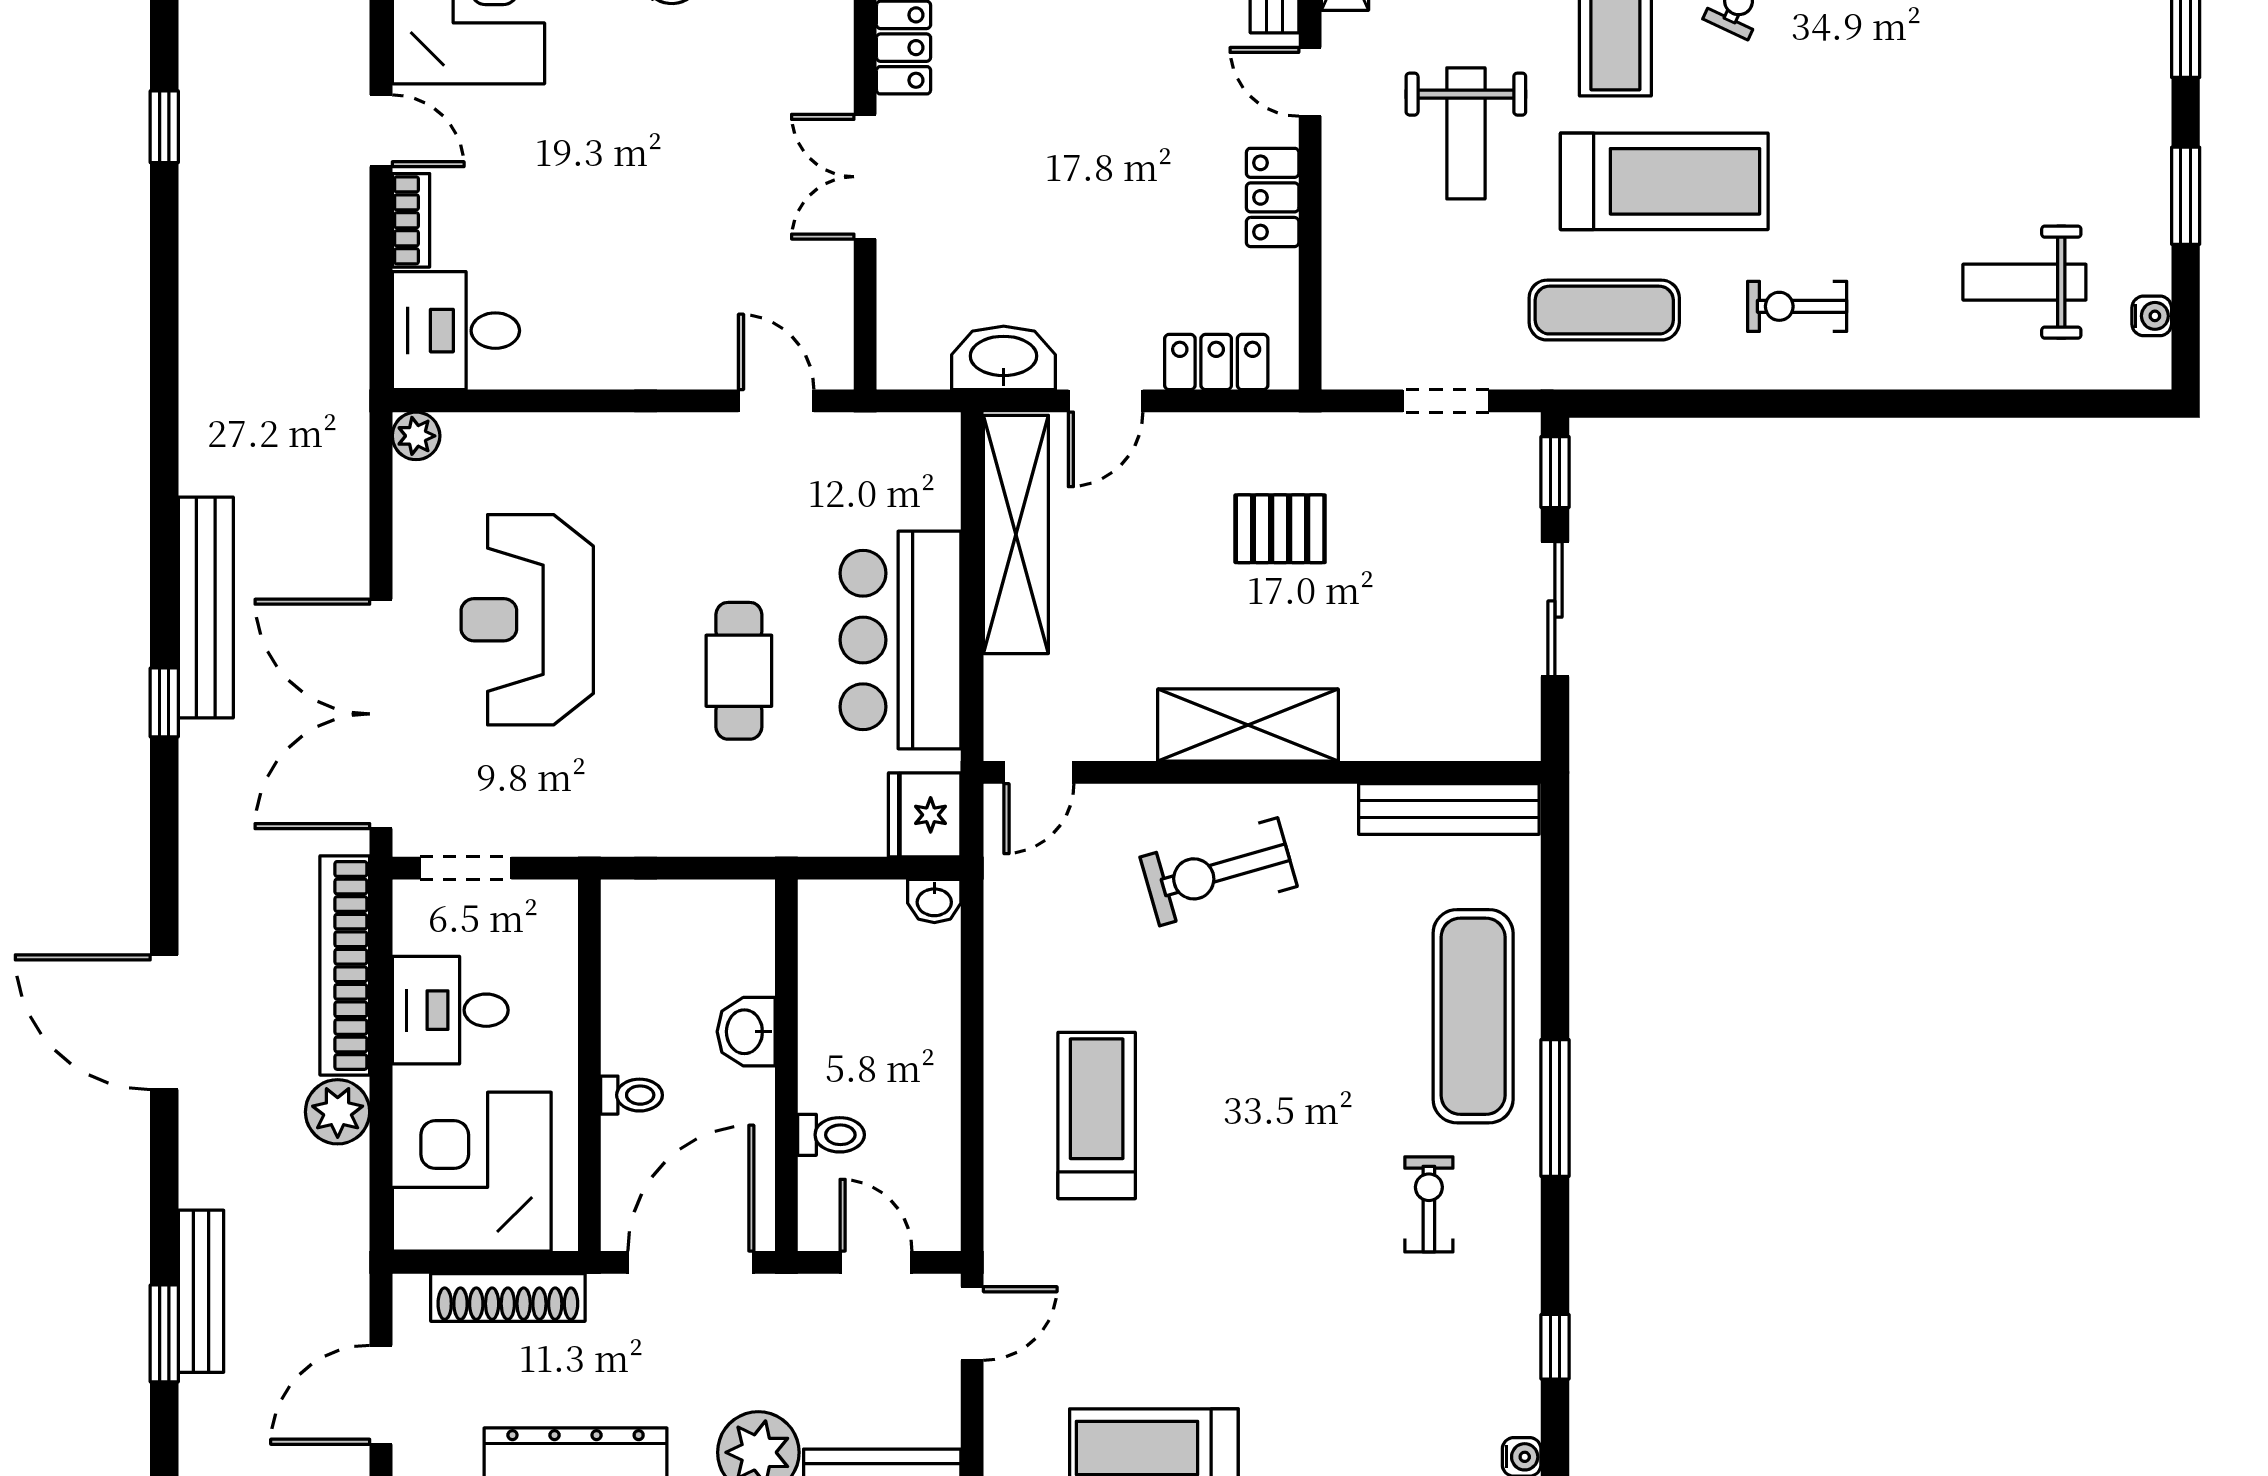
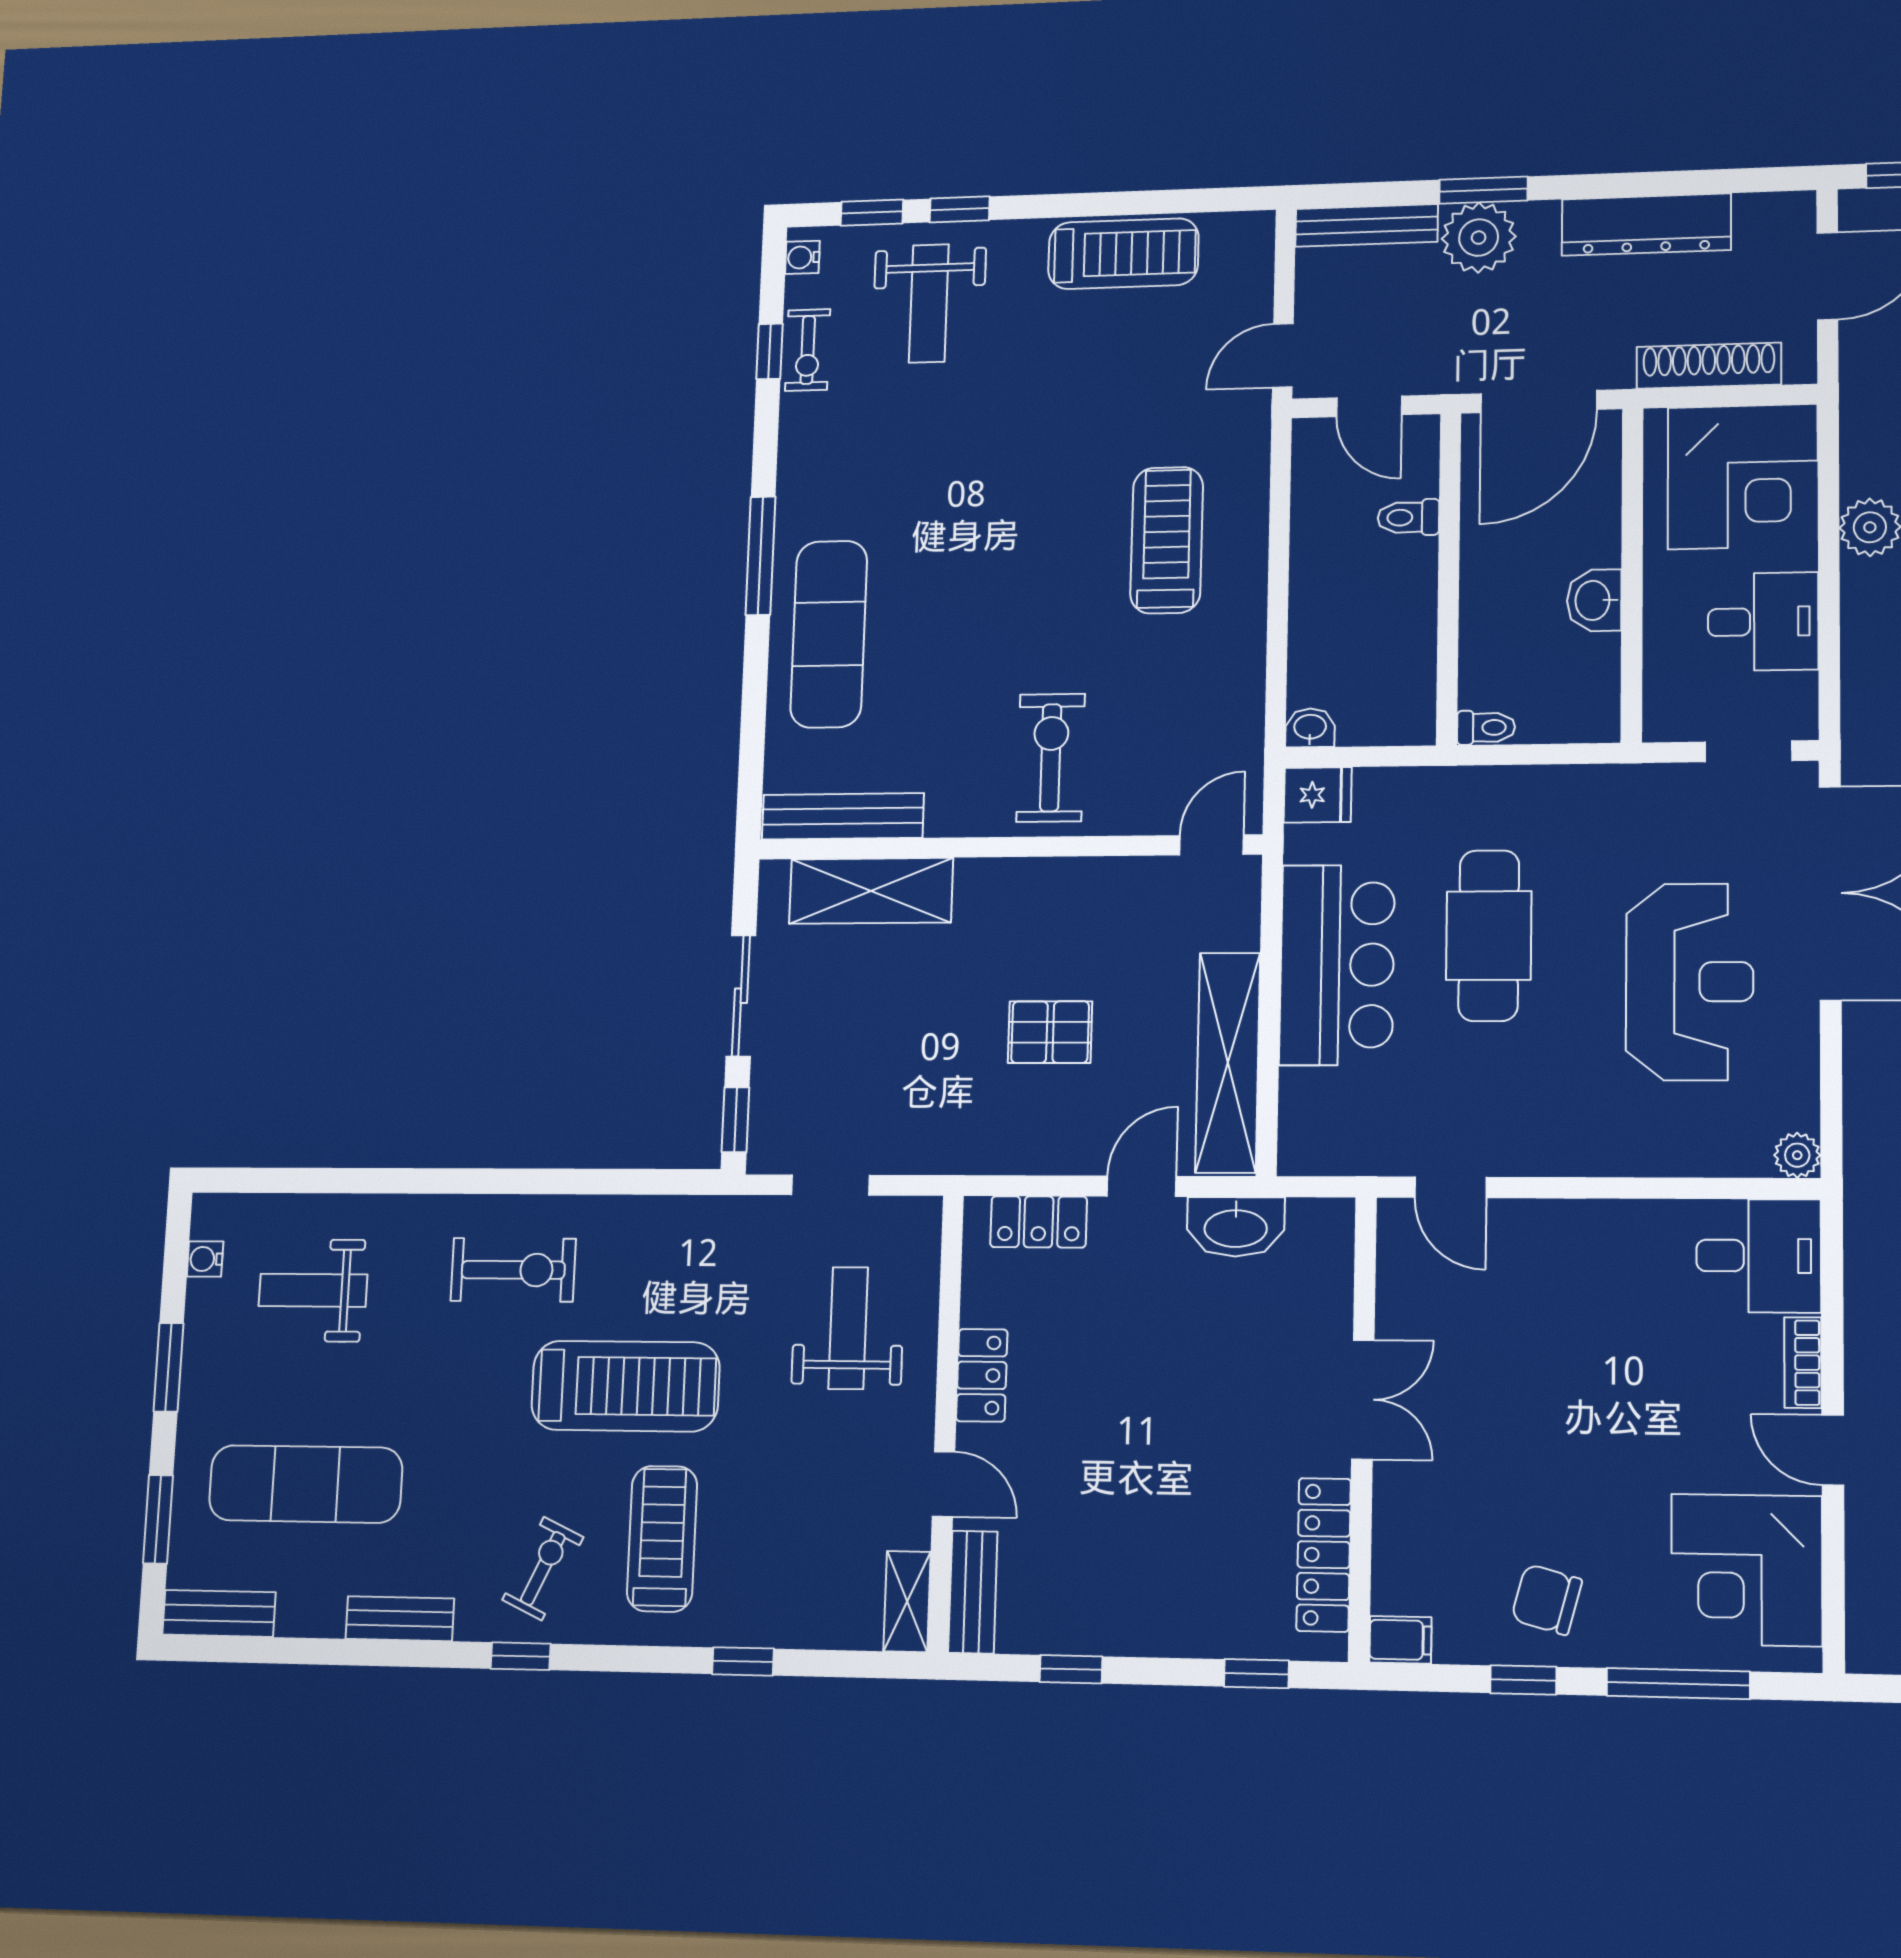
weight bench: (1466, 133) -> (848, 1328), moved
treadmill: (1664, 181) -> (625, 1386), turned 180
weight bench: (2024, 282) -> (313, 1290), turned 180
exercise bike: (1797, 306) -> (513, 1270), width x1.38, depth x1.39
exercise mat: (1604, 310) -> (305, 1484), moved, width x1.36, depth x1.45
pallet: (1280, 529) -> (1050, 1032), moved
cafe table: (739, 671) -> (1489, 936), width x1.37, depth x1.35
shelving: (1248, 725) -> (871, 891), moved
fridge: (925, 815) -> (1318, 795), width x0.72
exercise bike: (1219, 872) -> (1051, 758), turned -74
bookcase: (345, 965) -> (1864, 660), removed
washbasin: (746, 1032) -> (1594, 600), moved, turned 180
toilet: (632, 1095) -> (1486, 728), moved, turned 180
treadmill: (1097, 1115) -> (1167, 540), turned 180
exercise bike: (1429, 1204) -> (808, 350), moved
weight bench: (1373, 1397) -> (929, 303), added

